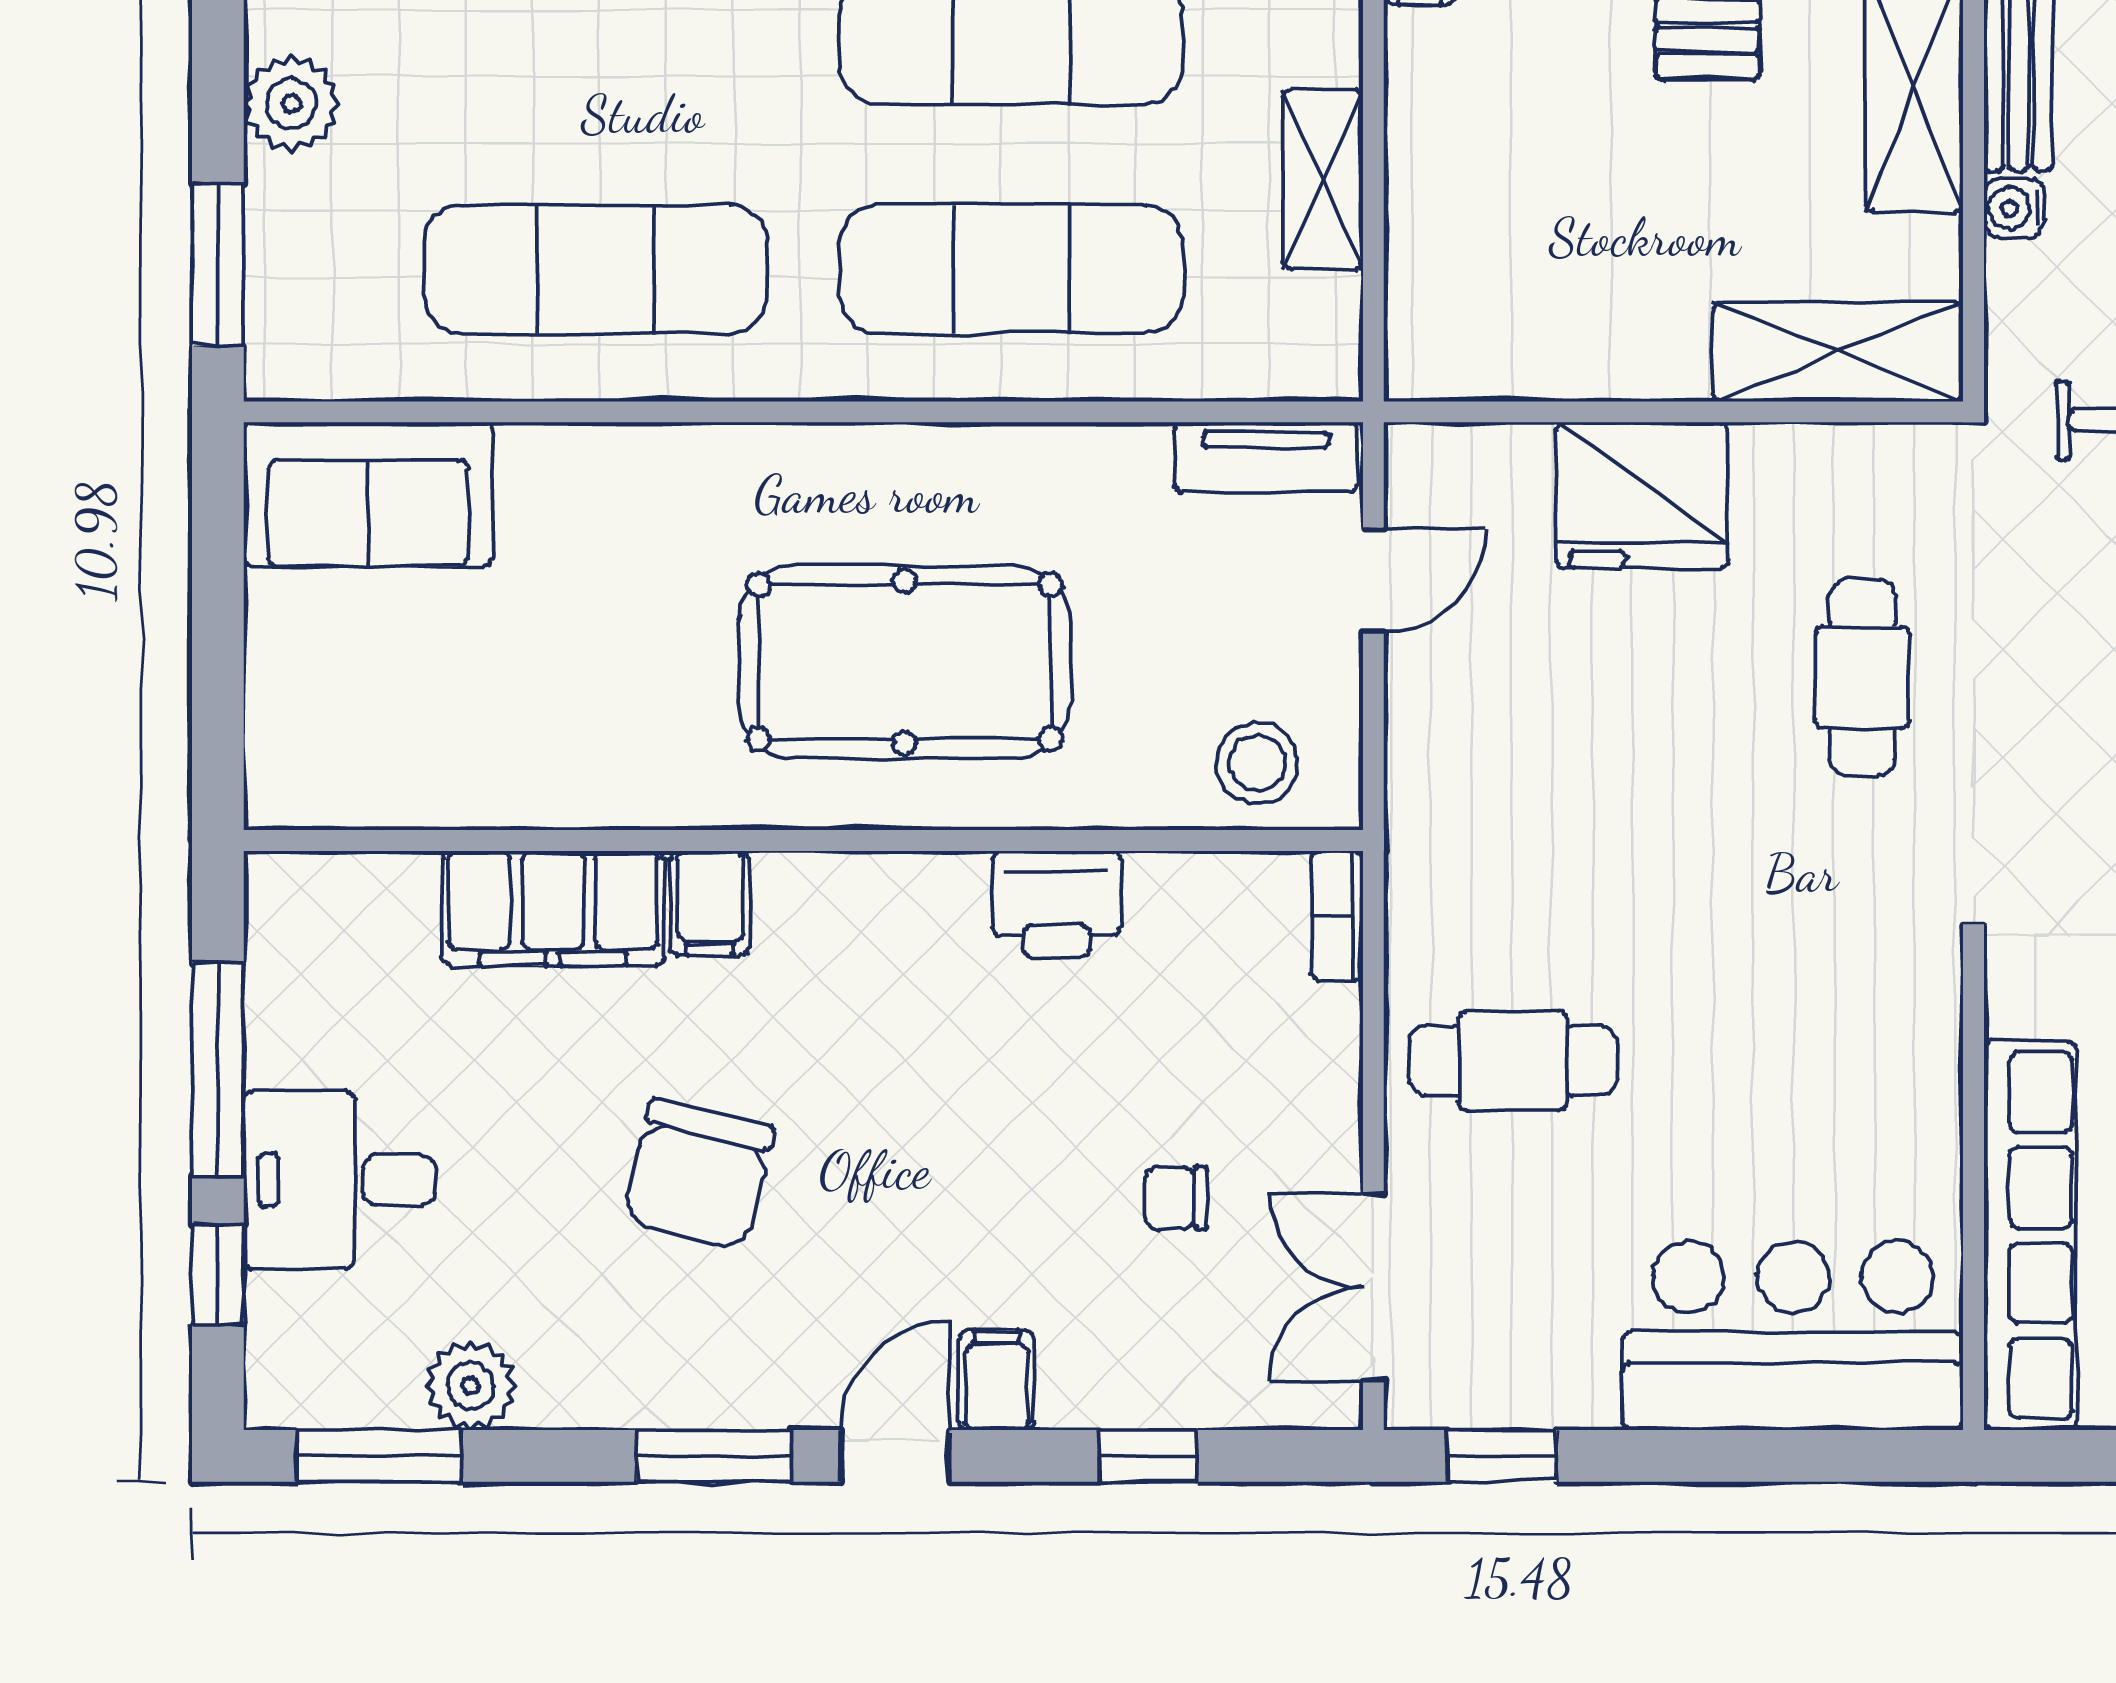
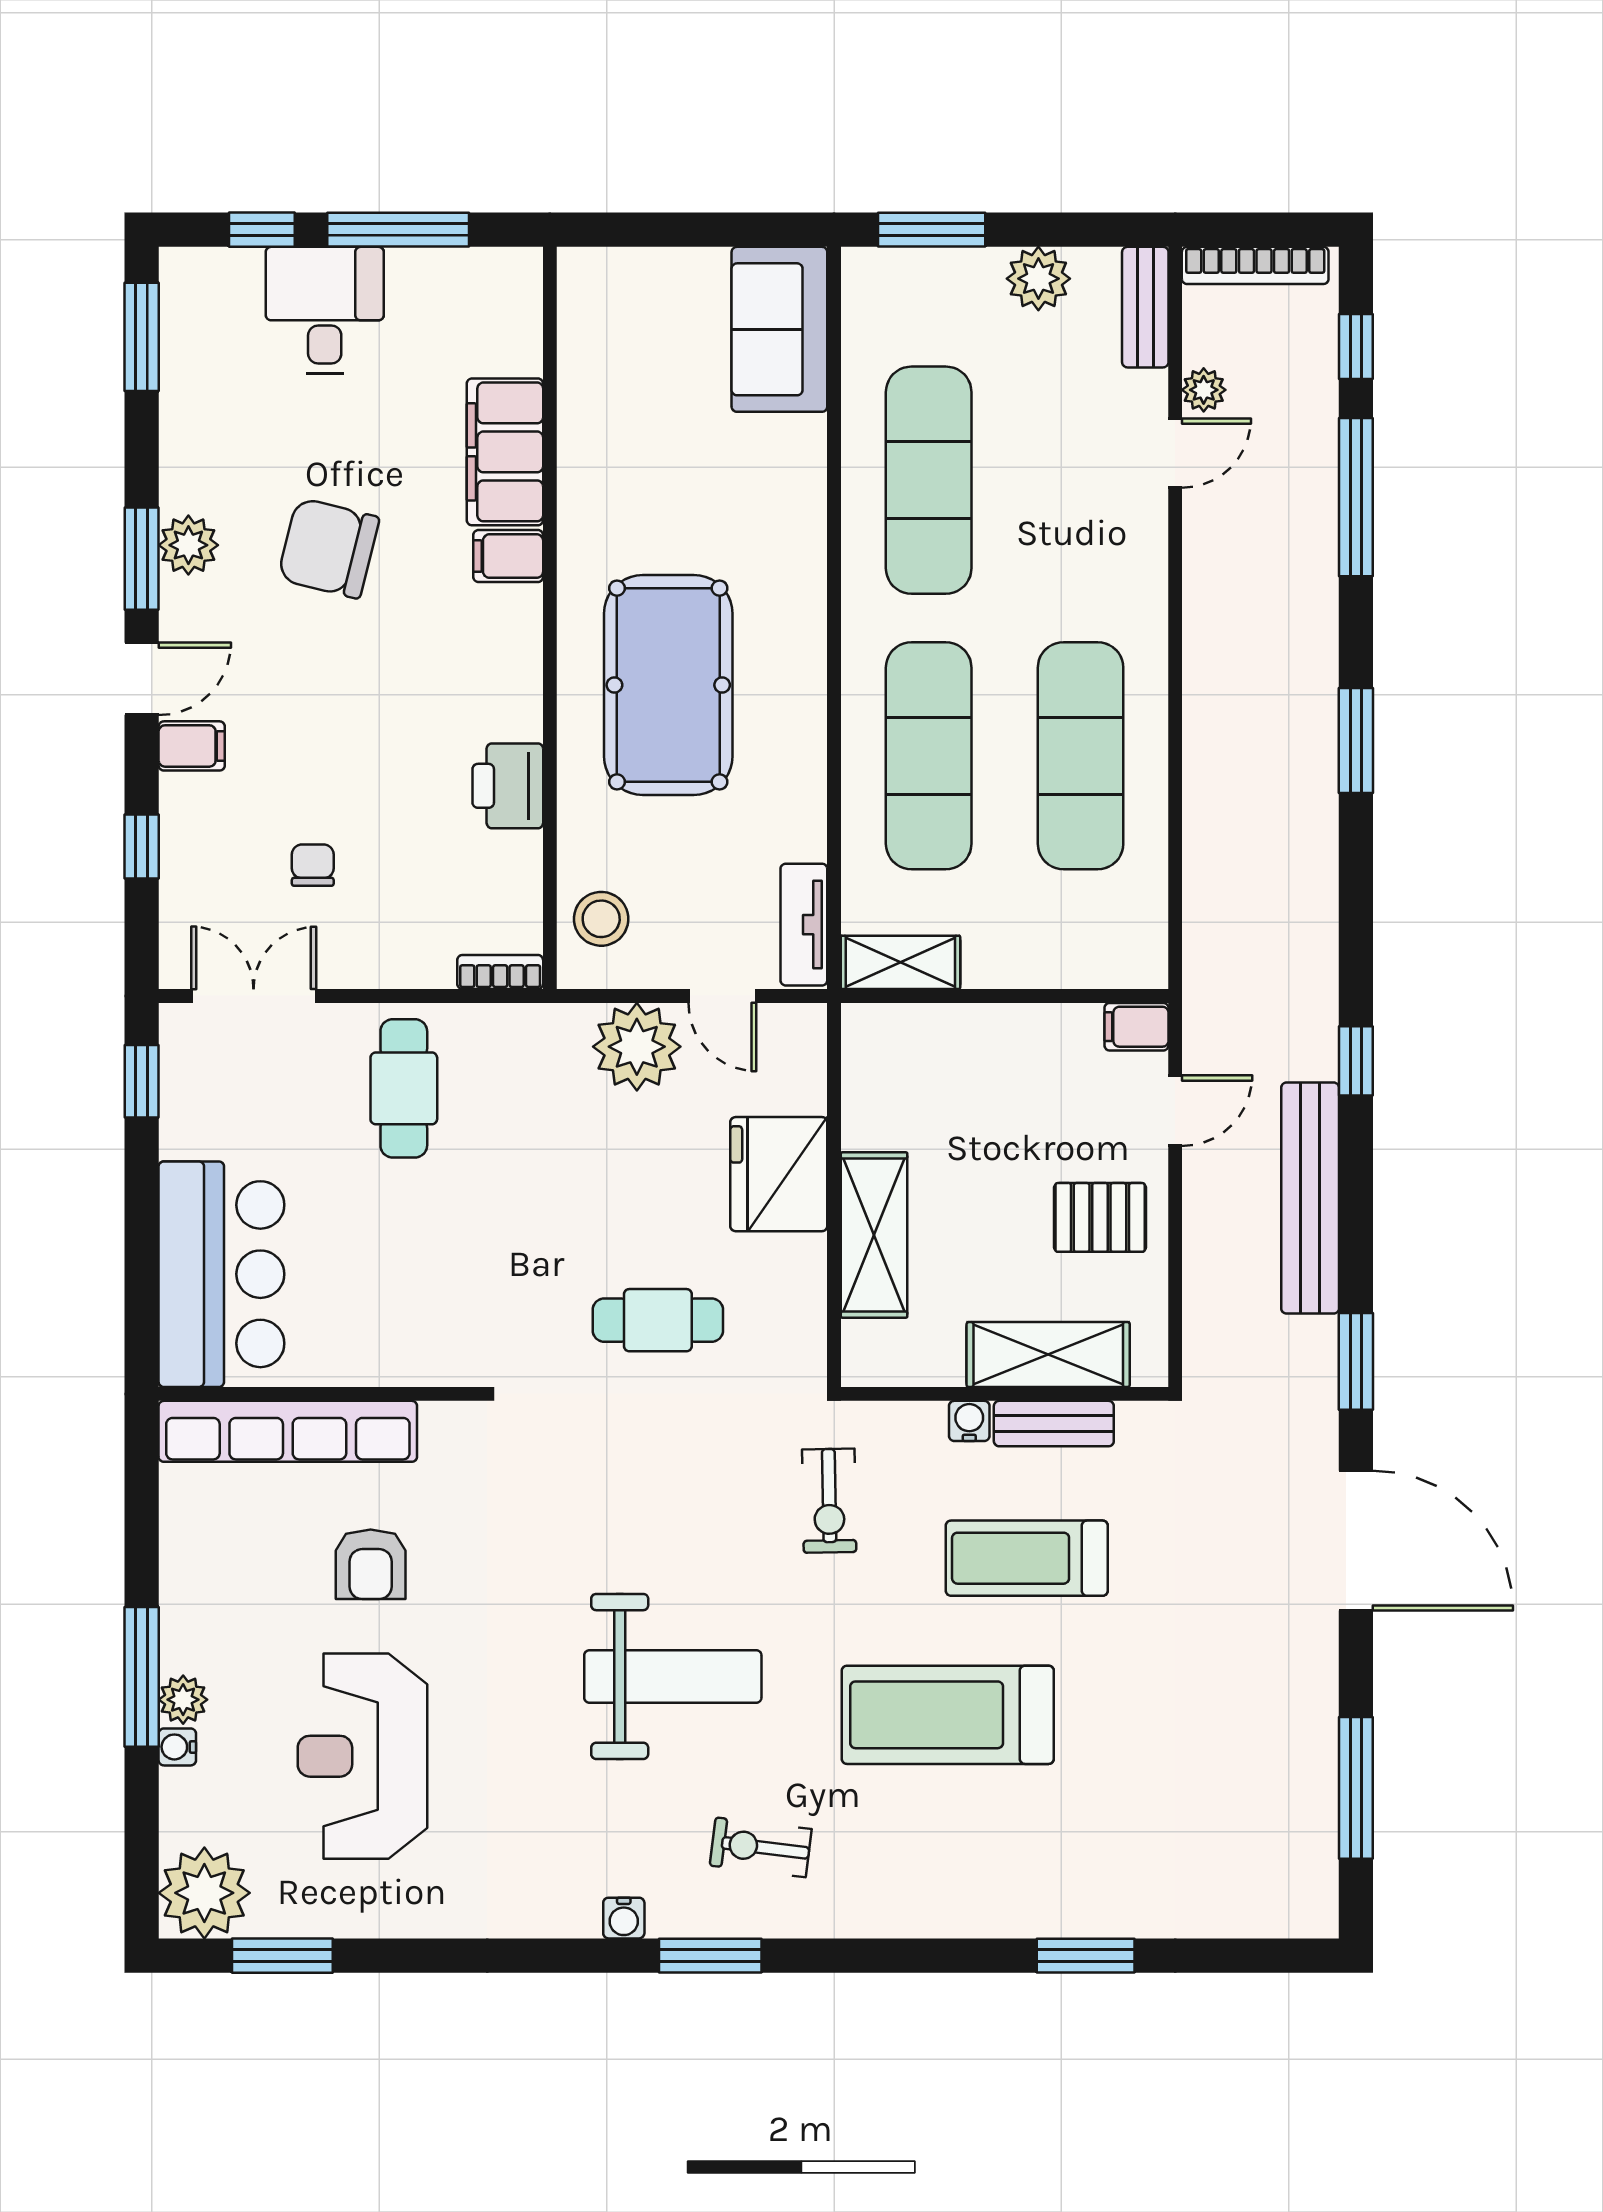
shelving: (1323, 180) -> (900, 962), moved
shelving: (1838, 352) -> (874, 1235), moved
plant: (1450, 709) -> (637, 1047), added
plant: (471, 1385) -> (188, 545), moved
door: (895, 1456) -> (142, 679), hinge flipped

